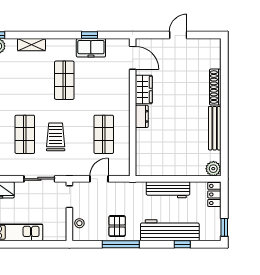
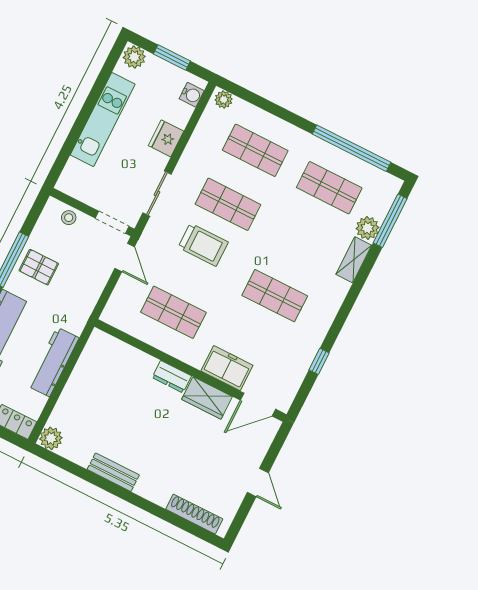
shelving: (31, 45) -> (354, 260), moved
freezer: (91, 48) -> (227, 368), moved, turned 90
shoe rack: (215, 87) -> (194, 514), moved
bench: (215, 128) -> (113, 472), width x0.73
door: (99, 179) -> (125, 258), moved

